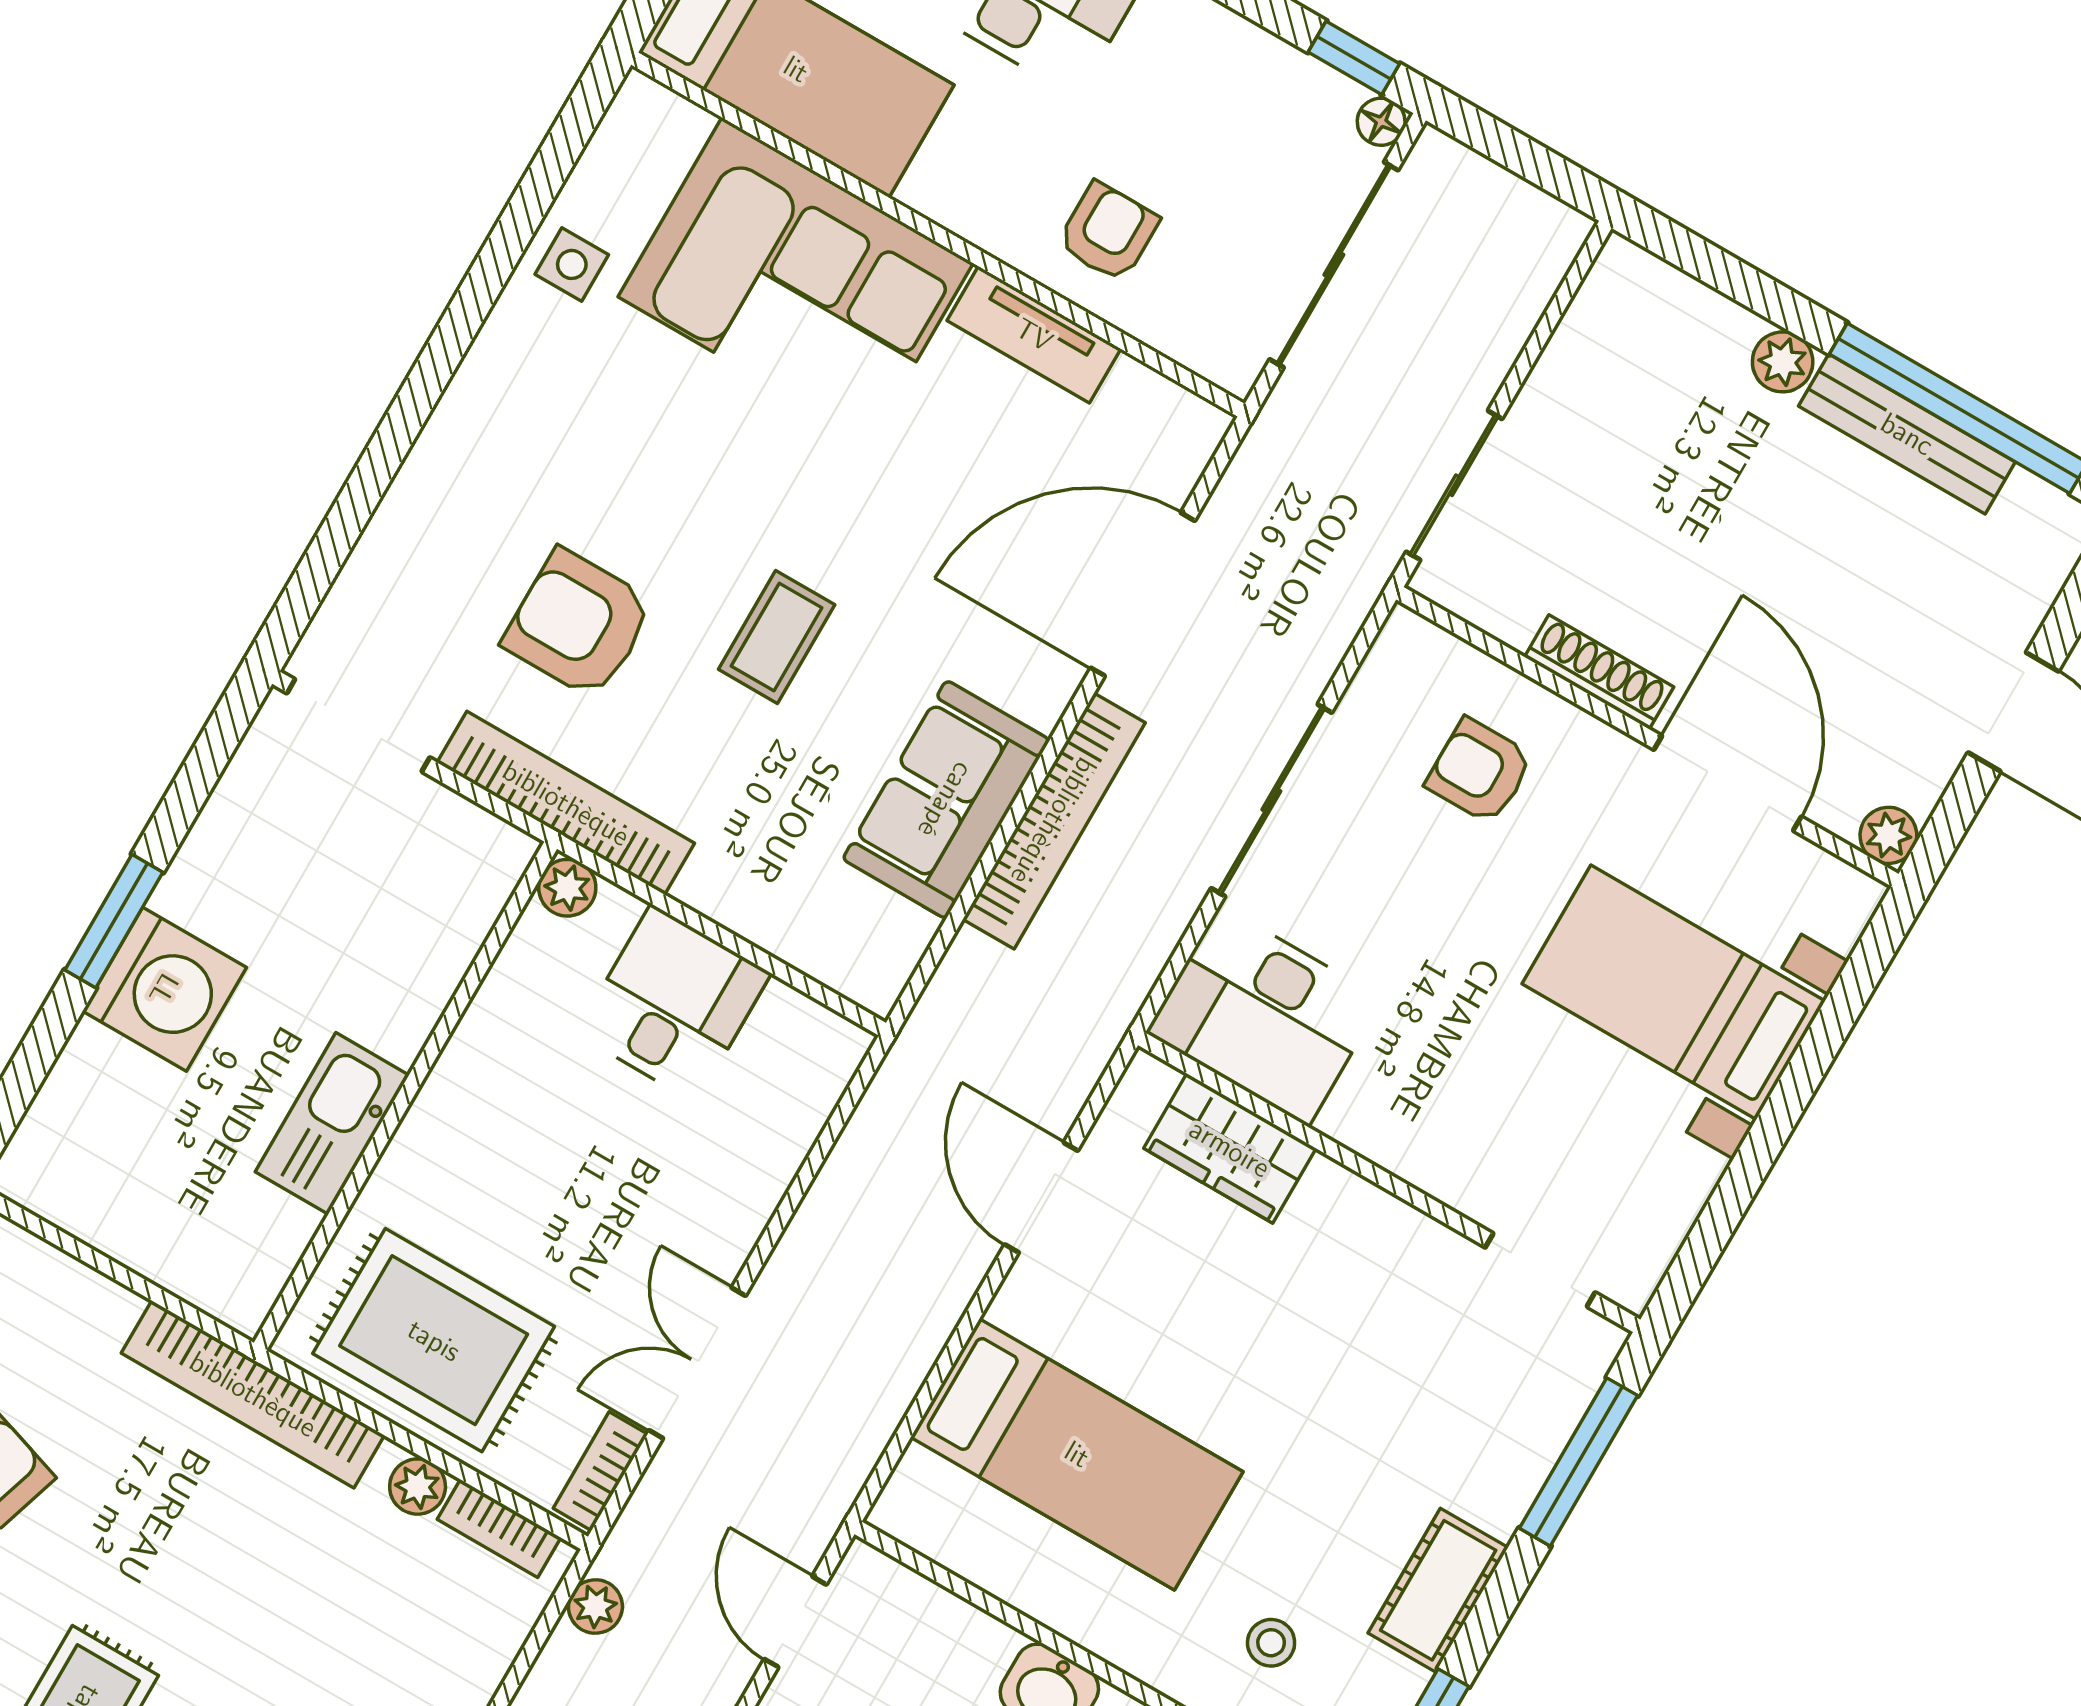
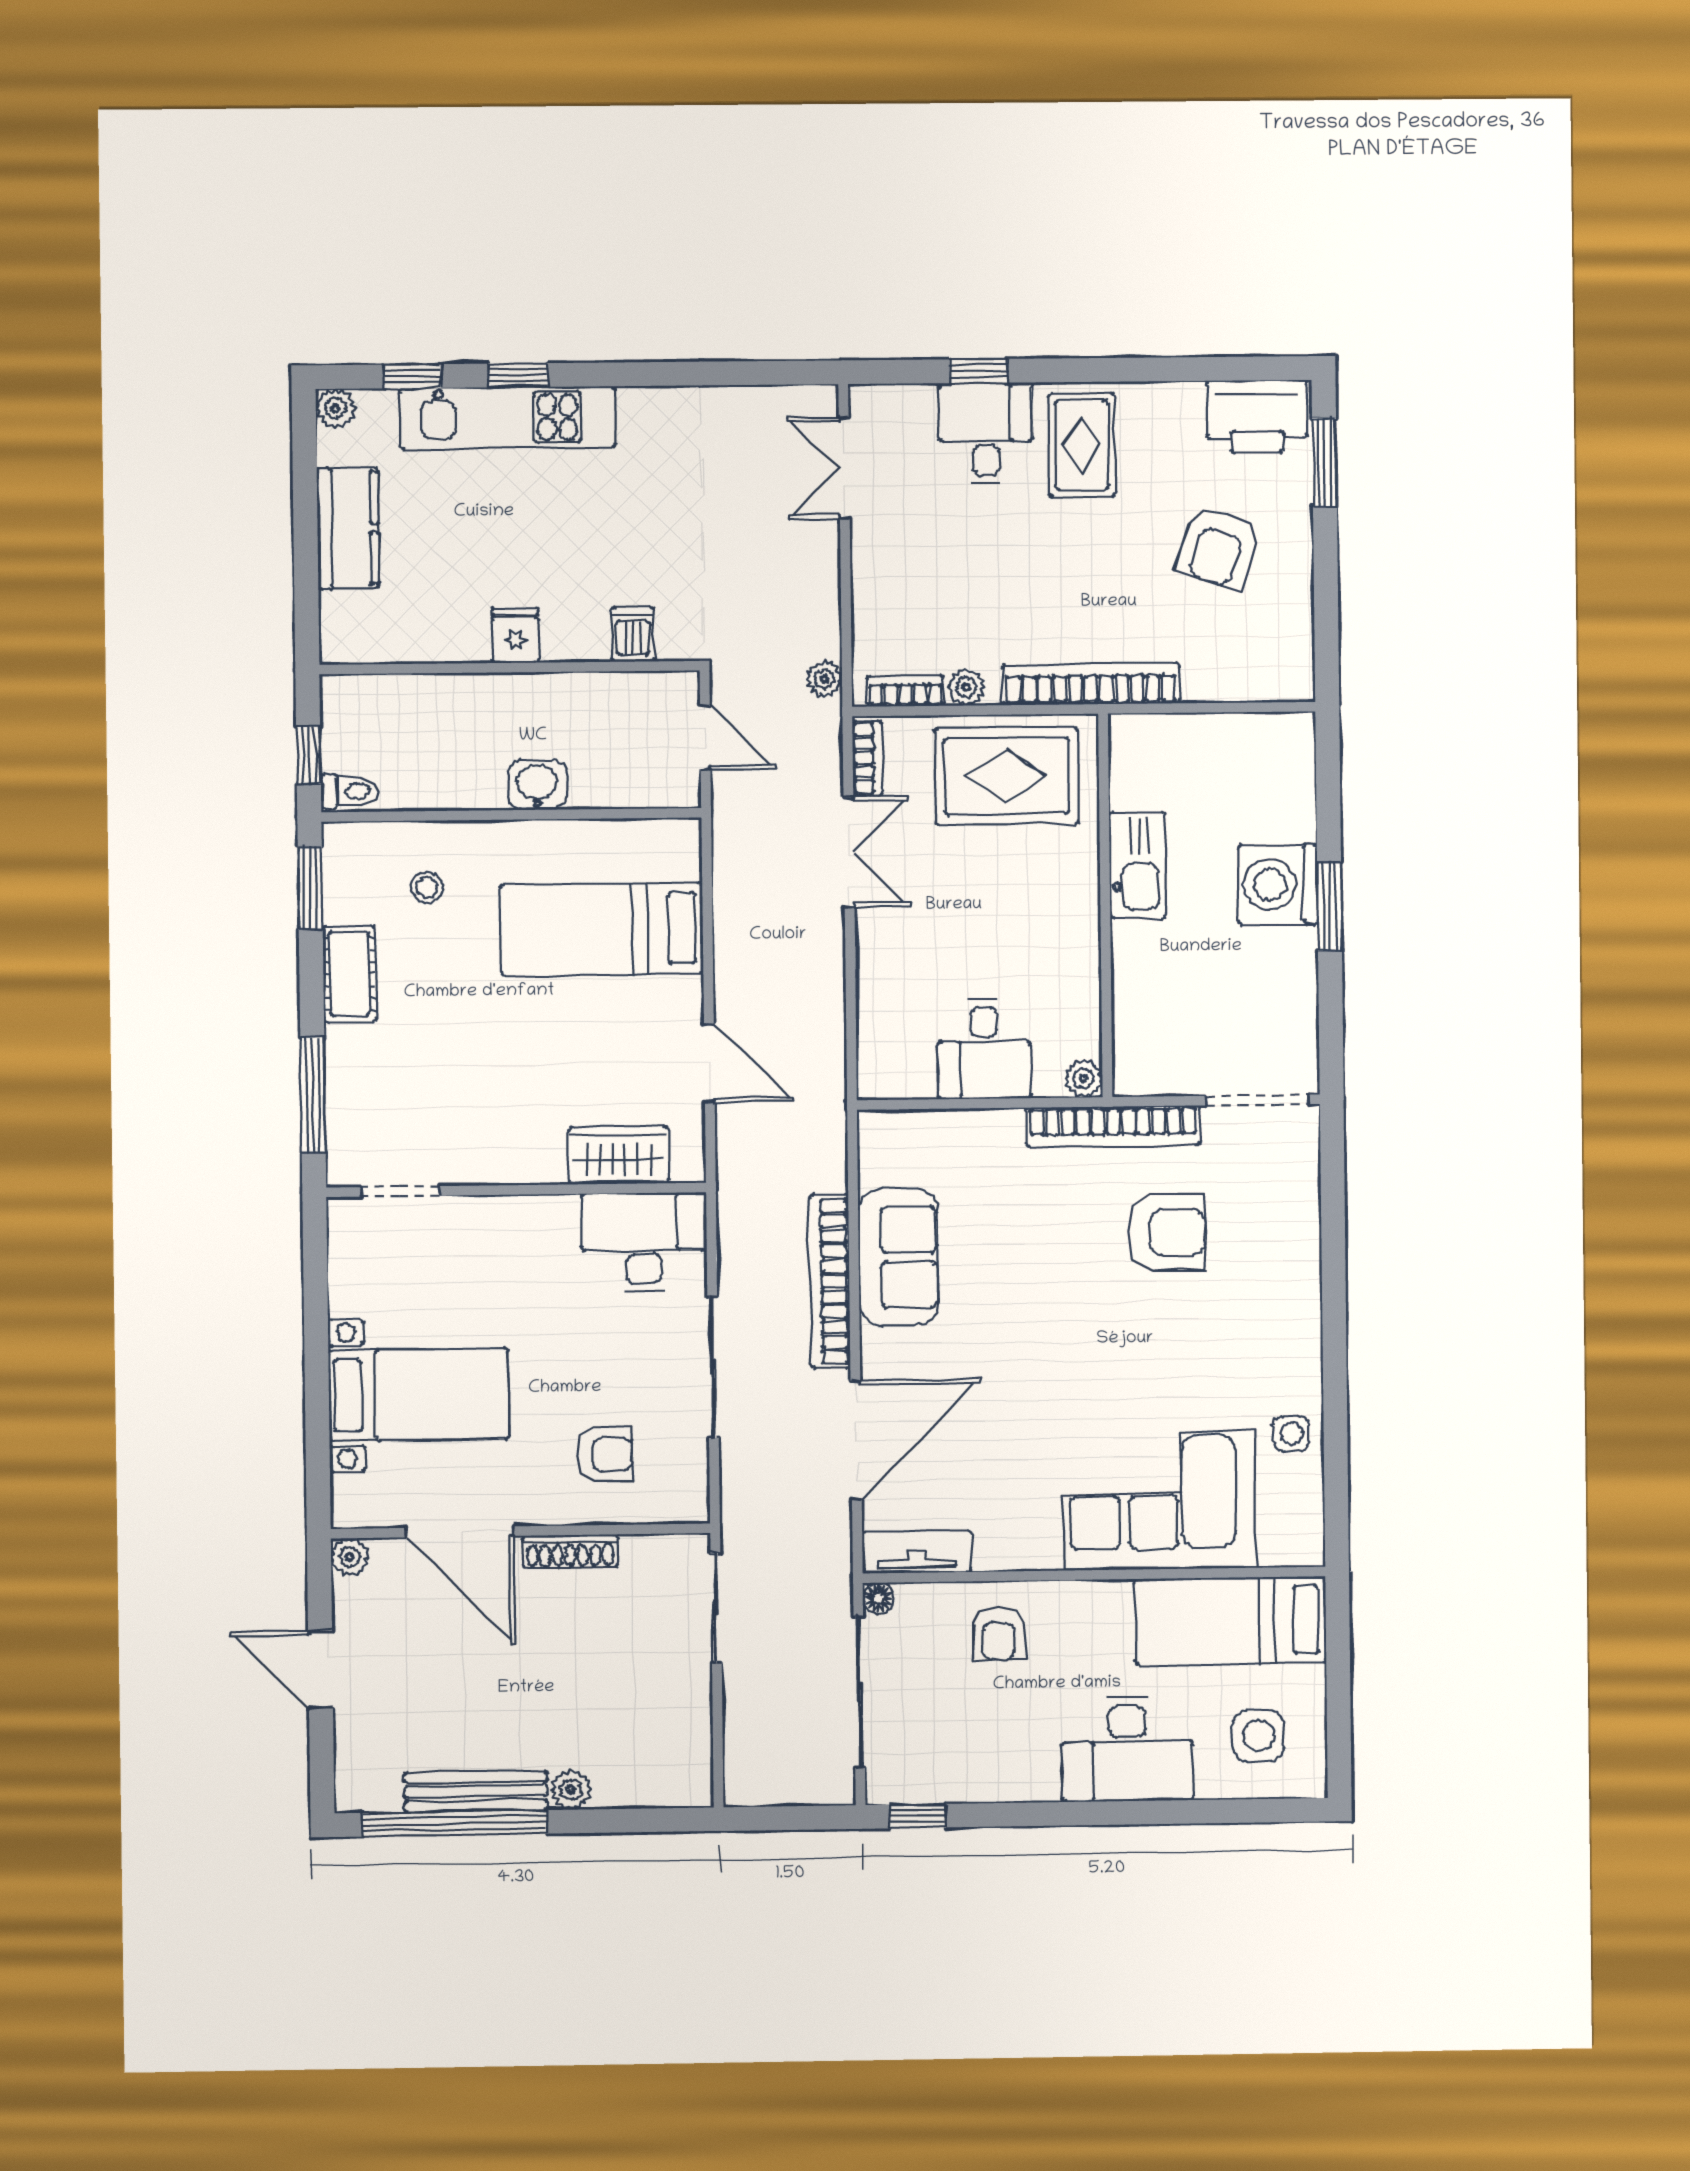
floor lamp: (1381, 122) -> (878, 1598), moved
tv unit: (1034, 335) -> (917, 1552), moved
coffee table: (777, 637) -> (1050, 1292), removed

